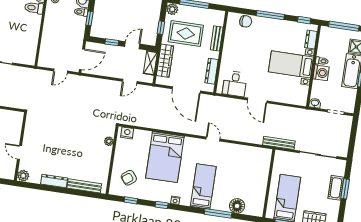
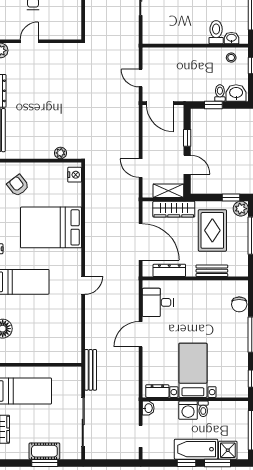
window: (161, 28) -> (231, 198), moved
dresser: (311, 40) -> (157, 391), moved
door: (186, 90) -> (141, 242), swing flipped

